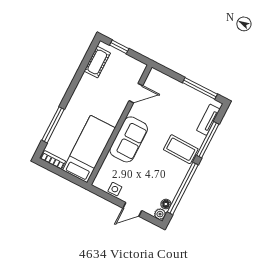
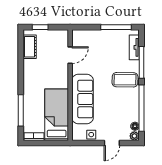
sofa: (129, 139) -> (83, 99), width x1.36

